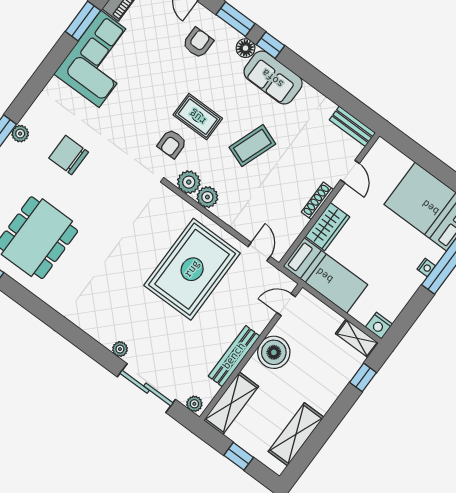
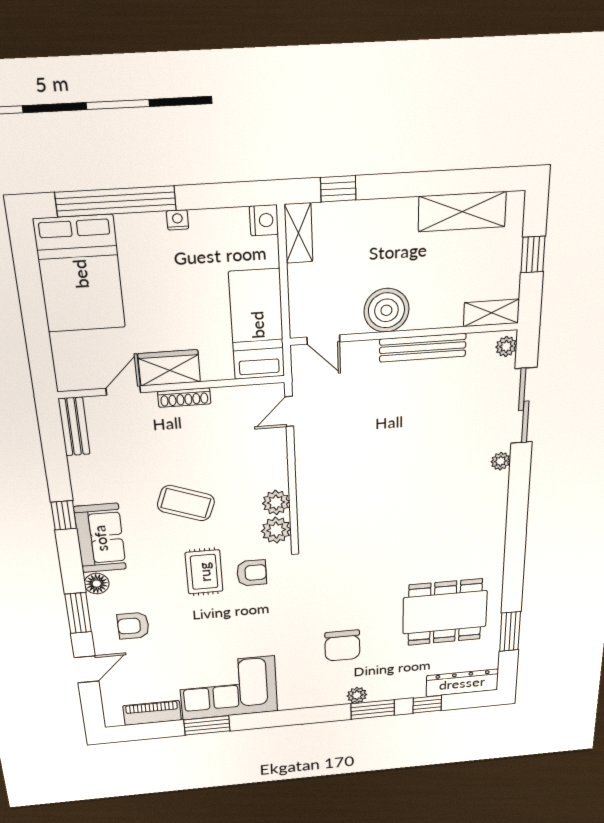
window: (271, 45) -> (64, 515), moved
wardrobe: (327, 227) -> (169, 368), moved
nightstand: (426, 267) -> (177, 220), moved
rug: (192, 269) -> (363, 459), removed
shelving: (231, 403) -> (491, 313), width x0.67, depth x0.75

